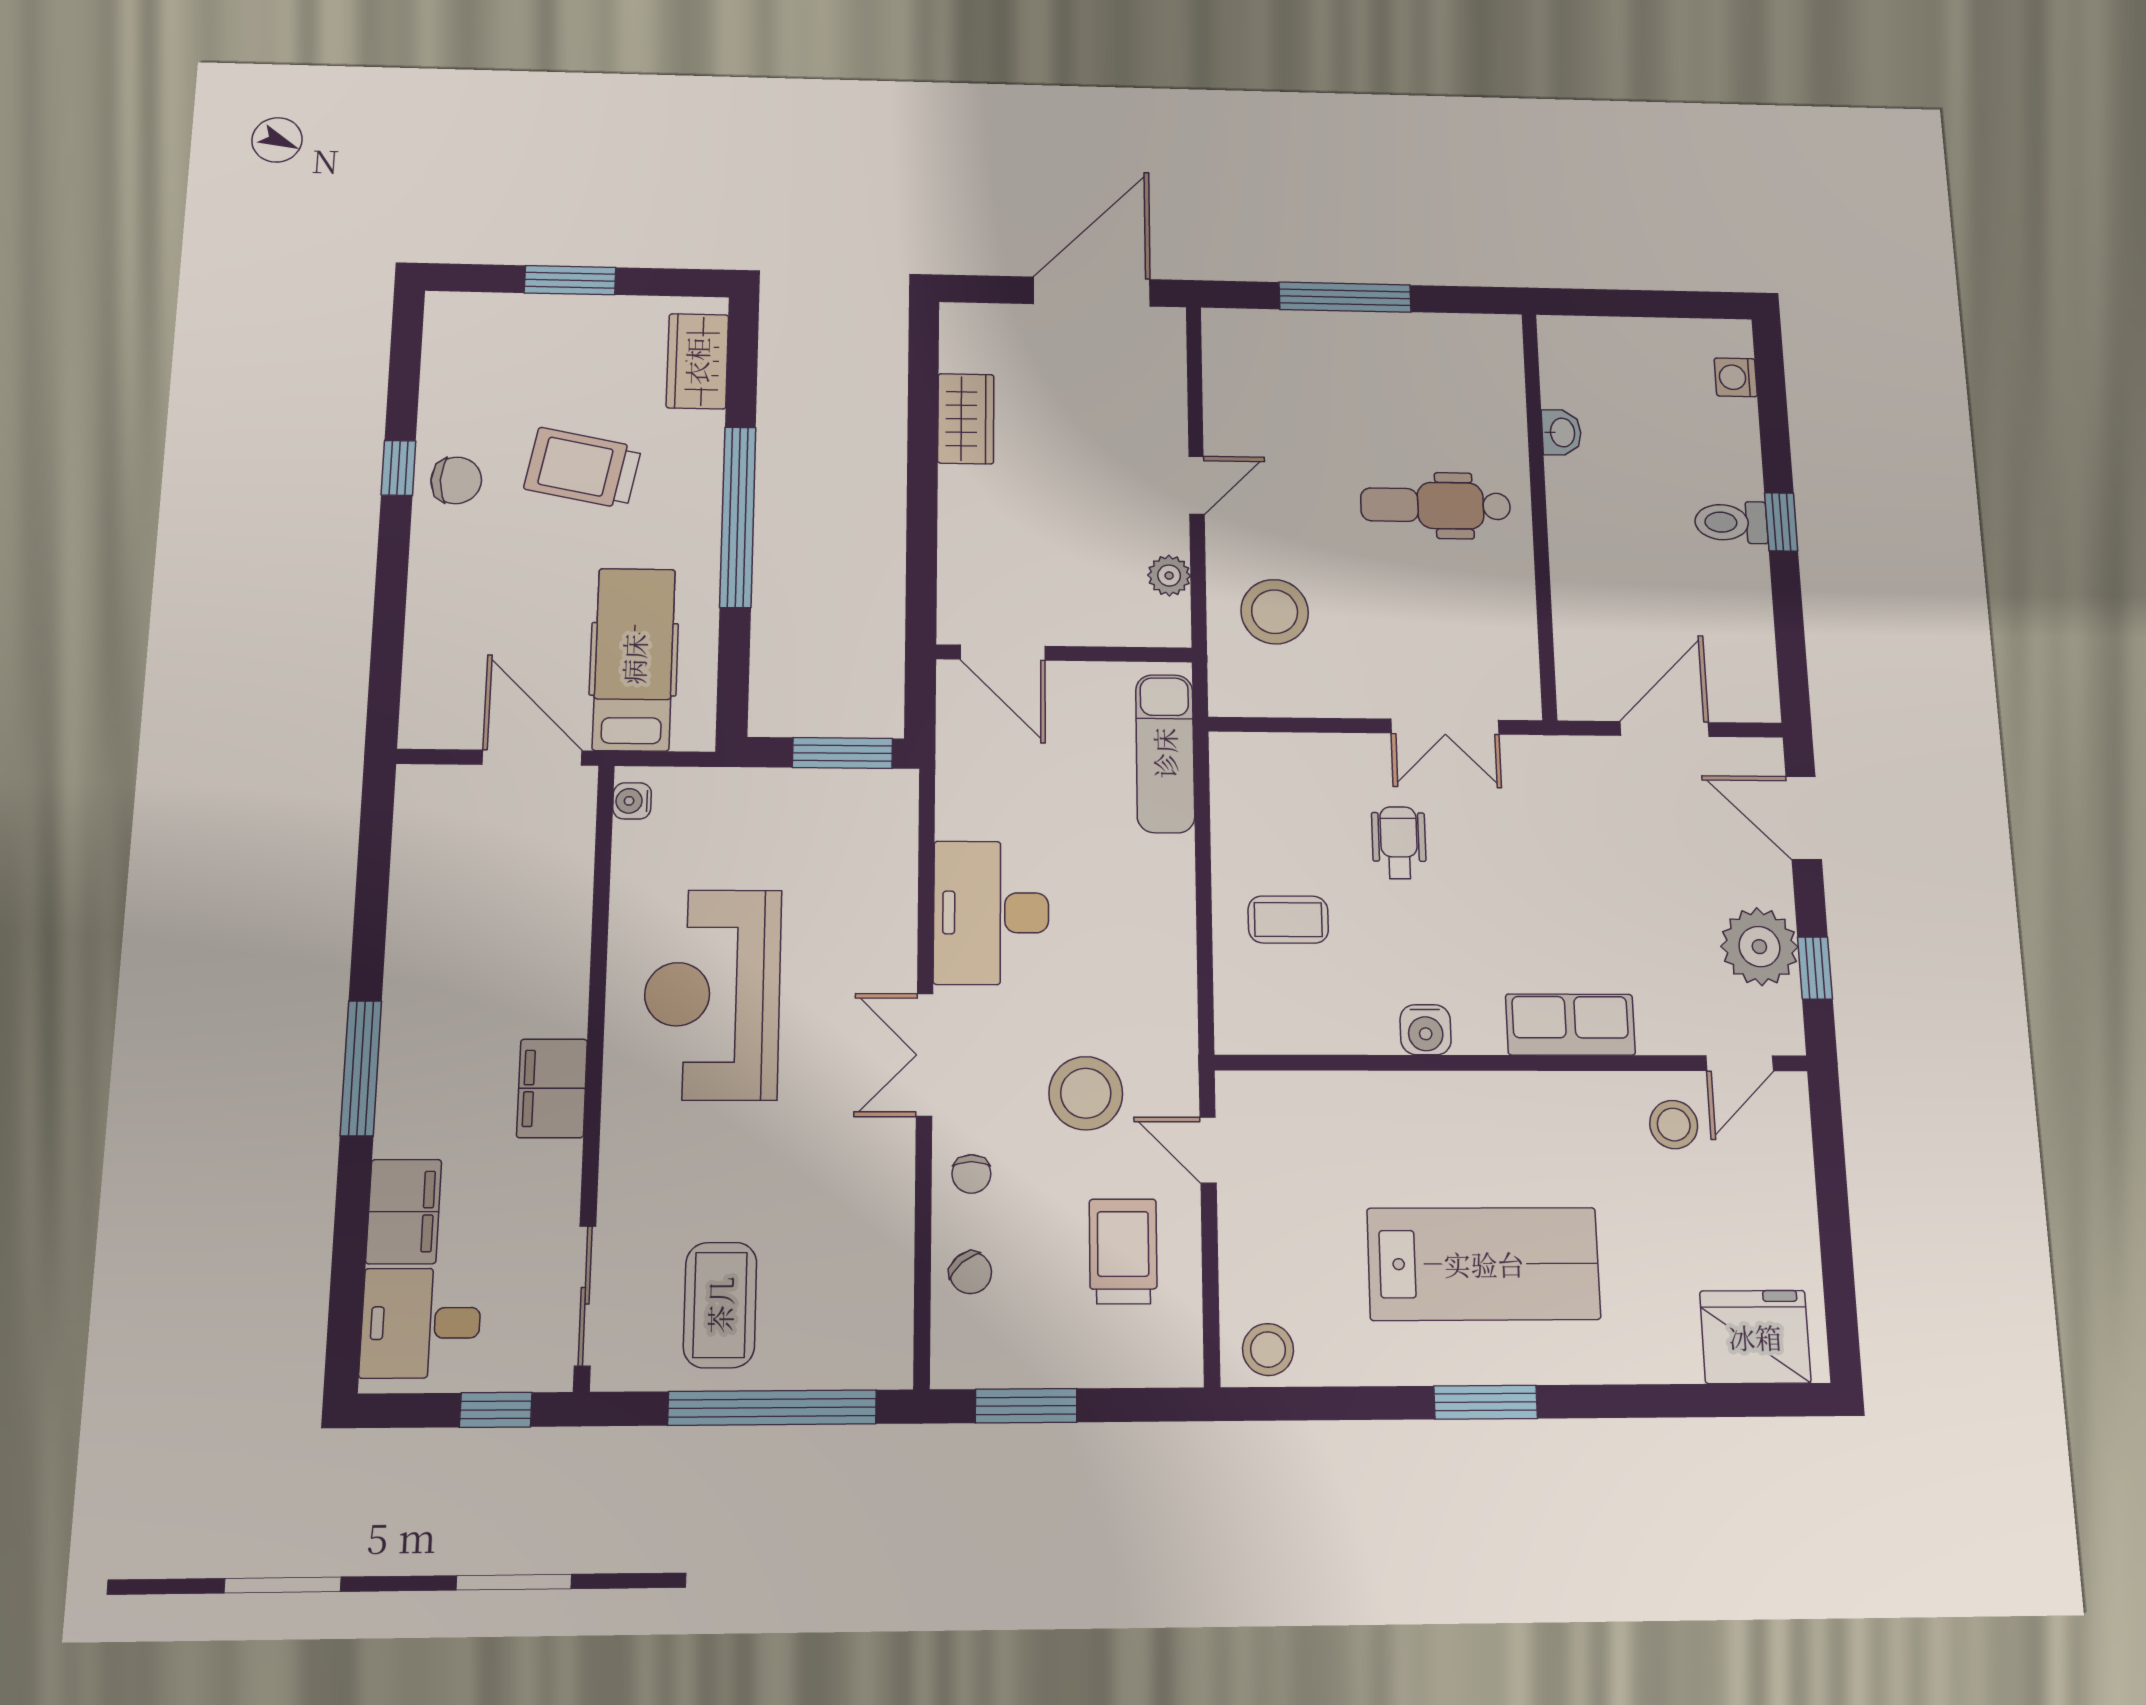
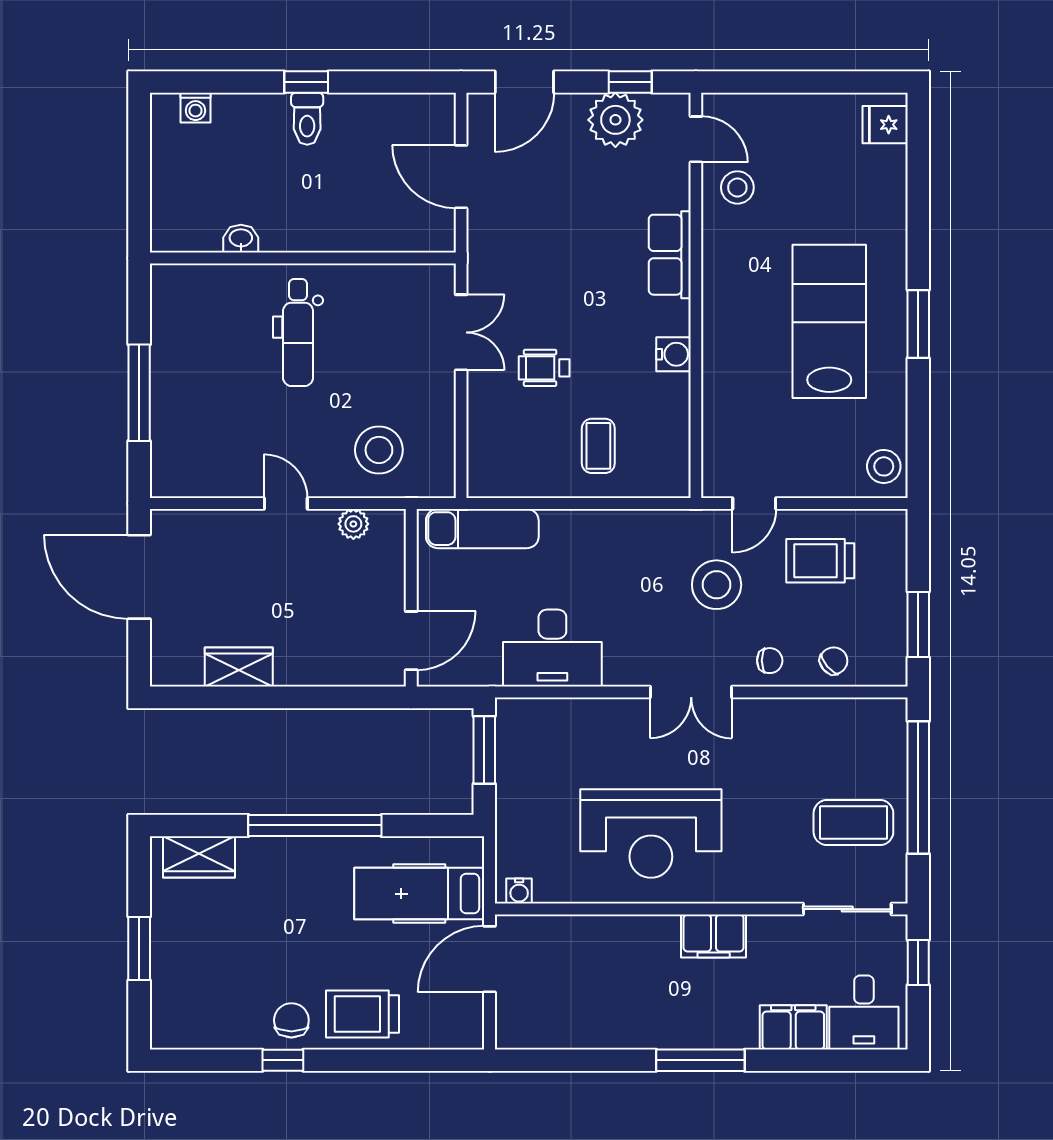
trolley: (583, 468) -> (362, 1014), moved, turned 79
desk: (991, 913) -> (552, 648), moved
fridge: (1755, 1337) -> (885, 125), width x0.53, depth x0.75

